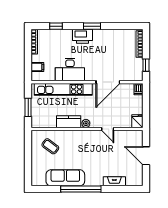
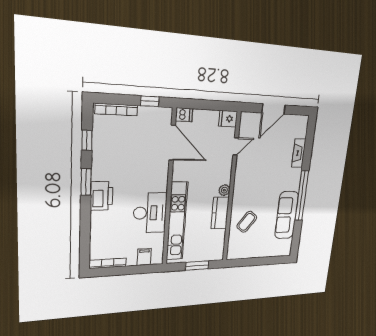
window: (56, 26) -> (87, 140), moved
door: (108, 82) -> (172, 143), moved
door: (108, 129) -> (236, 146), moved
coffee table: (50, 146) -> (247, 222), moved

